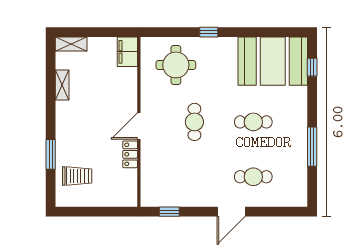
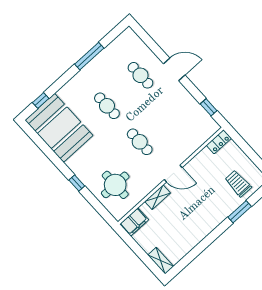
shelving: (62, 85) -> (158, 197), moved
cafe table: (194, 122) -> (140, 142), turned 90
locker: (130, 154) -> (219, 142), moved

